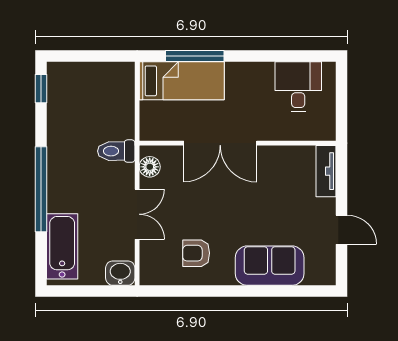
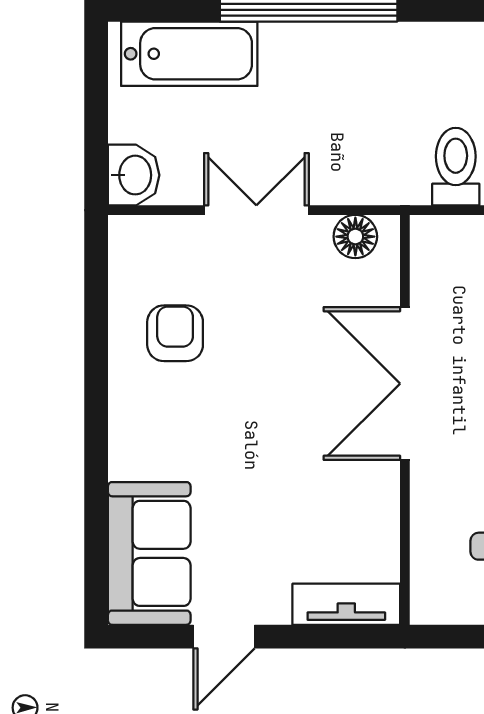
toilet: (116, 151) -> (456, 167), moved
double door: (137, 214) -> (256, 210), swing flipped
sofa: (270, 266) -> (149, 553), moved

